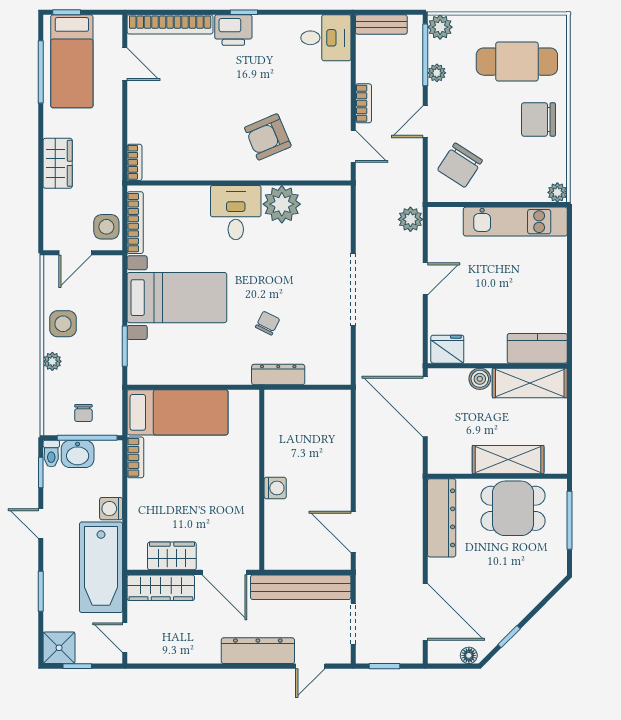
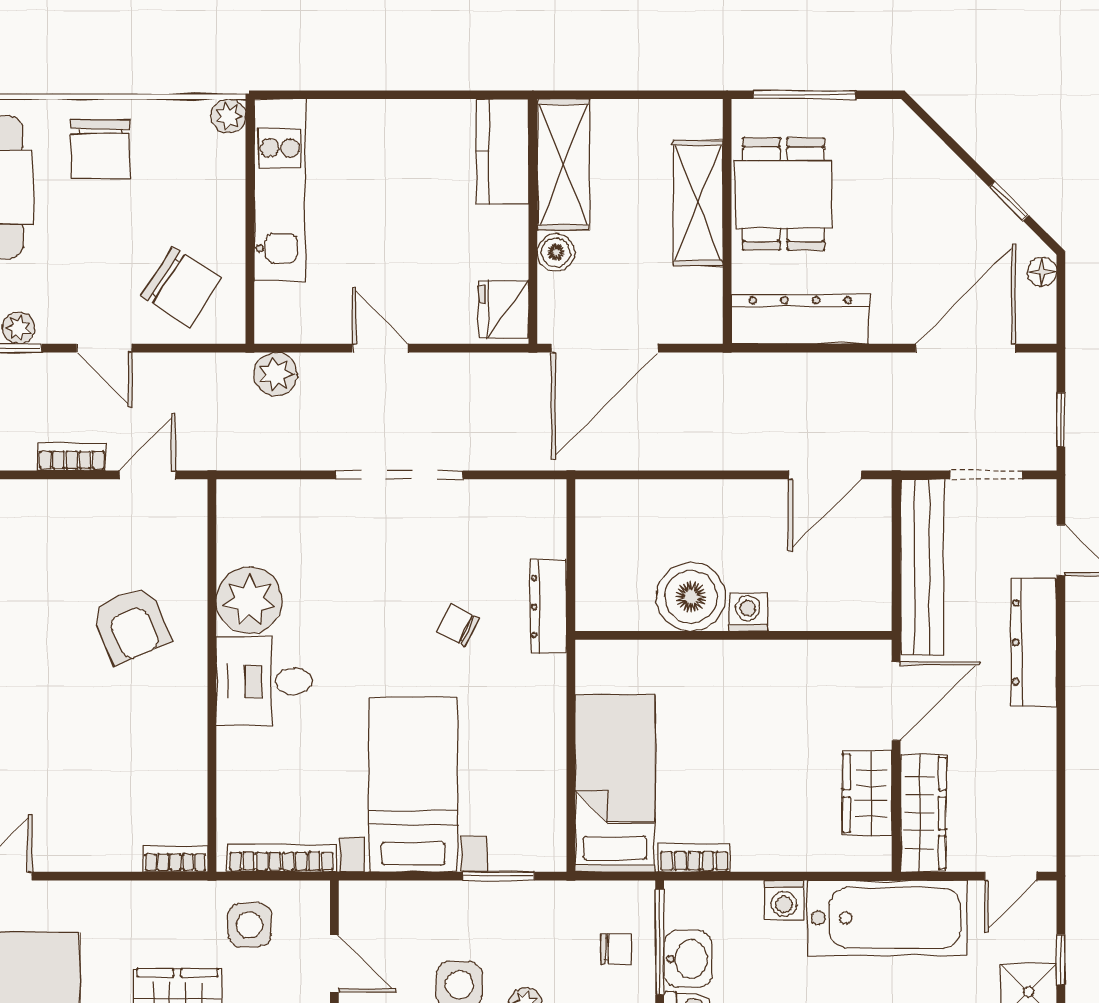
side table: (106, 227) -> (250, 925), moved
boiler: (284, 456) -> (691, 597), added

